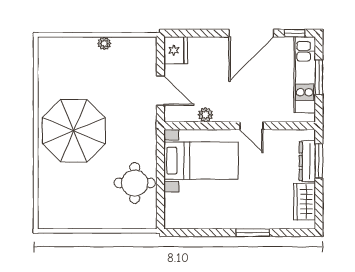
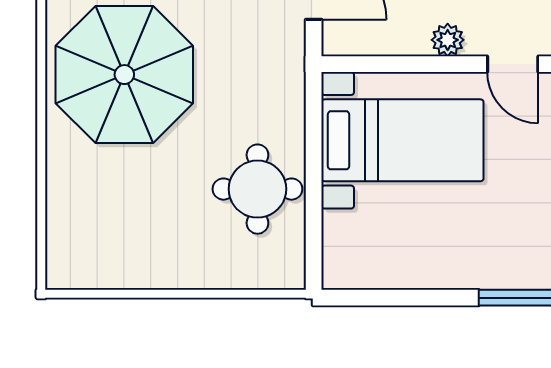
plant: (206, 115) -> (448, 40), moved

